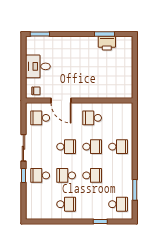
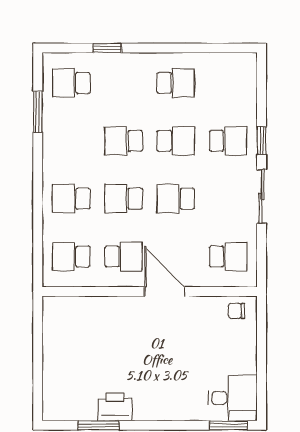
printer: (107, 43) -> (115, 407), moved
desk: (38, 66) -> (233, 398), moved
door: (61, 100) -> (165, 292), moved
school desk: (118, 118) -> (71, 257), added
school desk: (66, 204) -> (176, 83), turned 180

